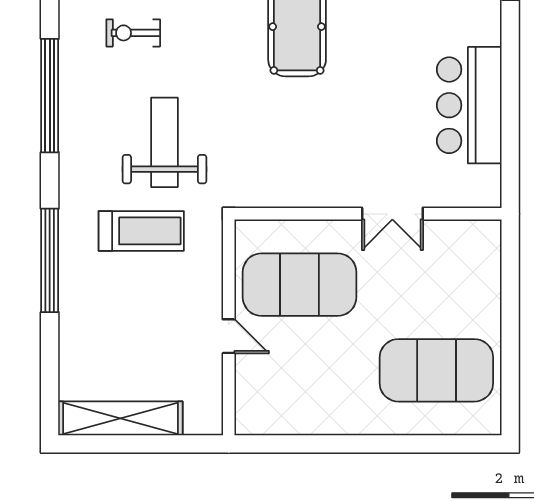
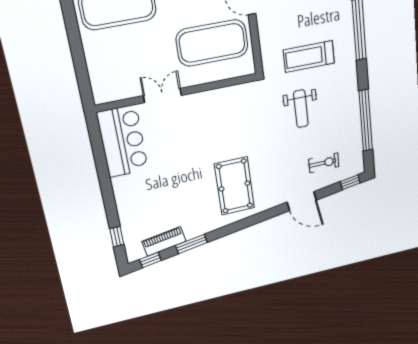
bar counter: (469, 105) -> (123, 141), moved
weight bench: (164, 142) -> (301, 109), width x0.73, depth x0.75

